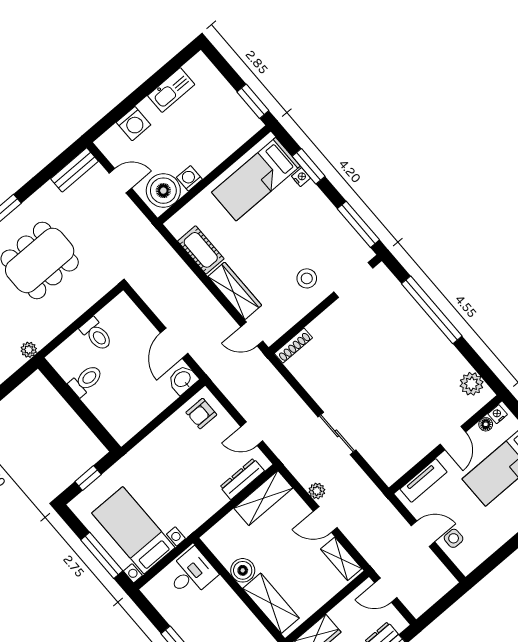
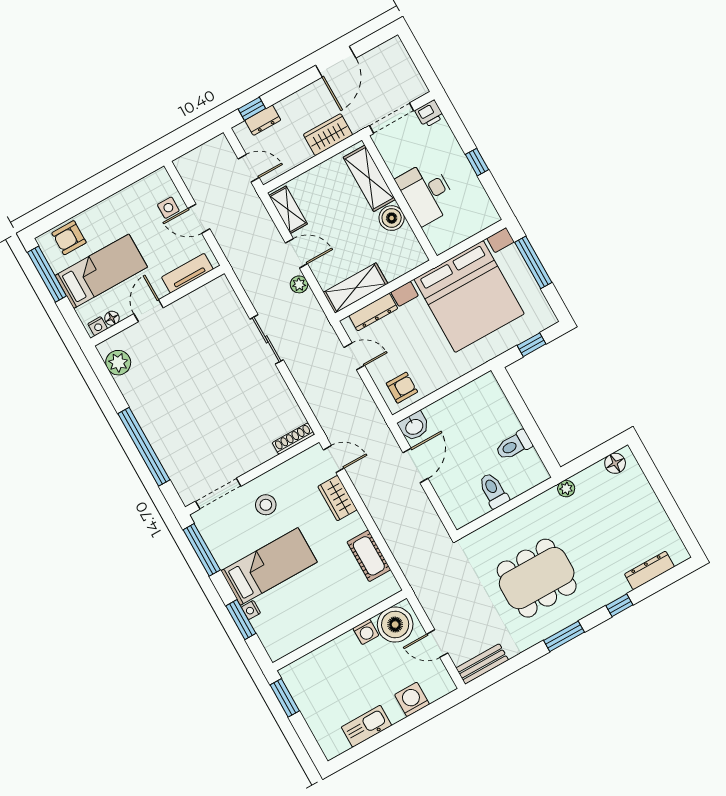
bed: (256, 179) -> (269, 566), moved
wardrobe: (235, 291) -> (337, 498), width x0.67
bed with nightstands: (133, 530) -> (469, 296), width x1.85
desk: (191, 573) -> (427, 193), moved, width x1.37

